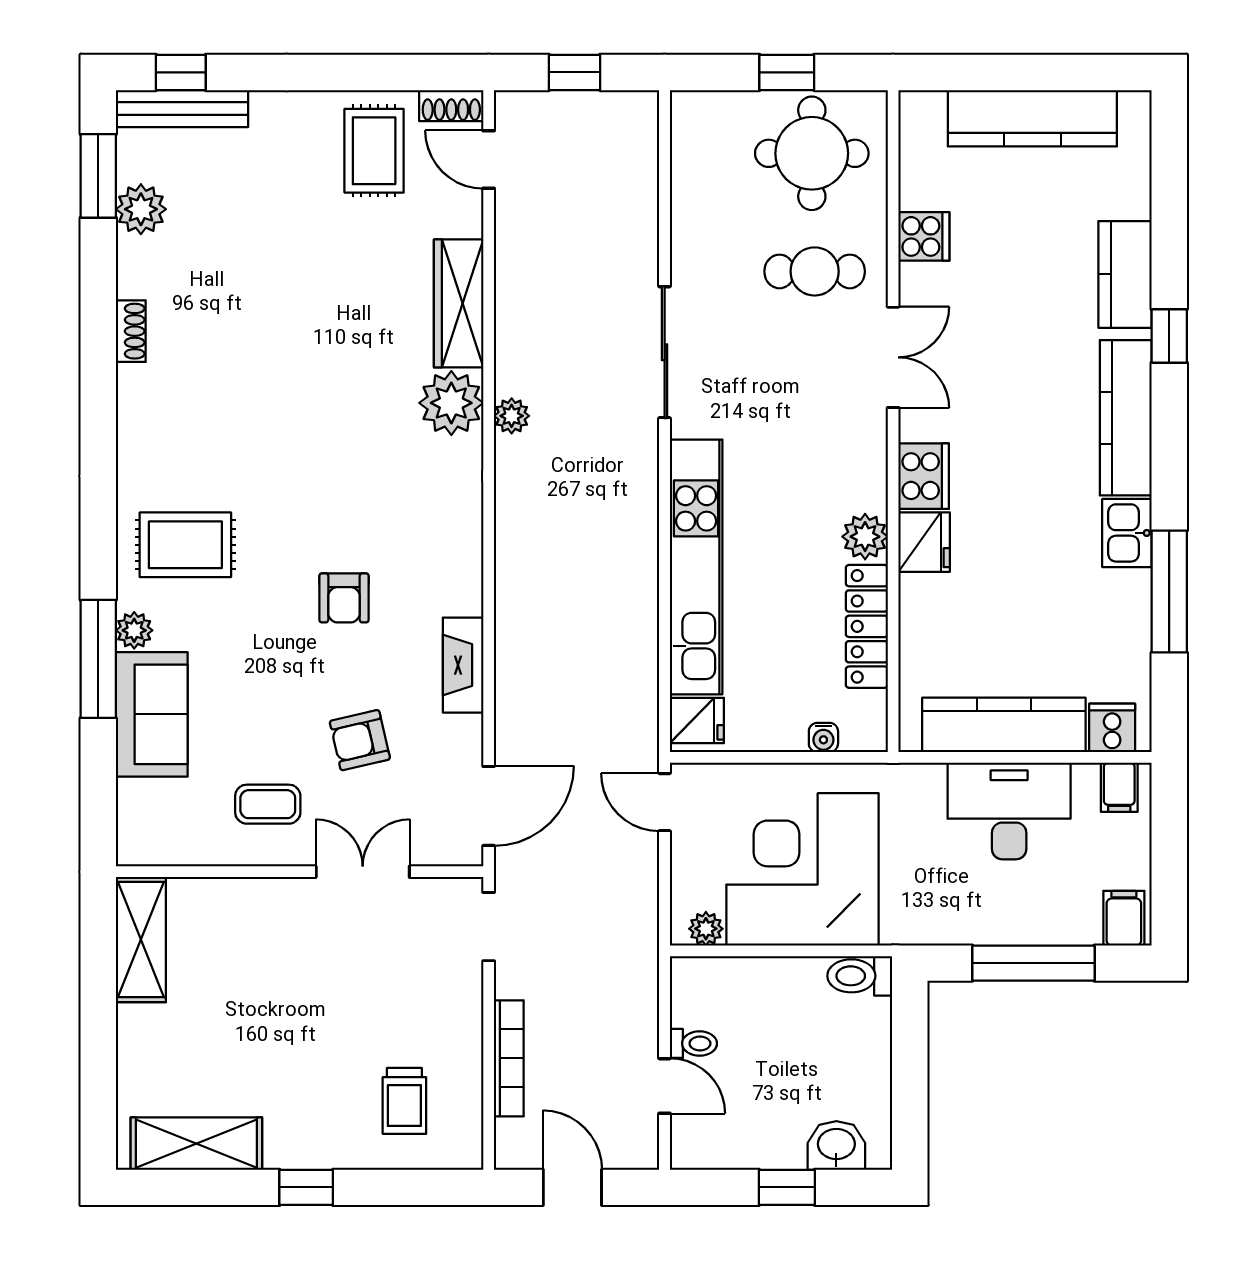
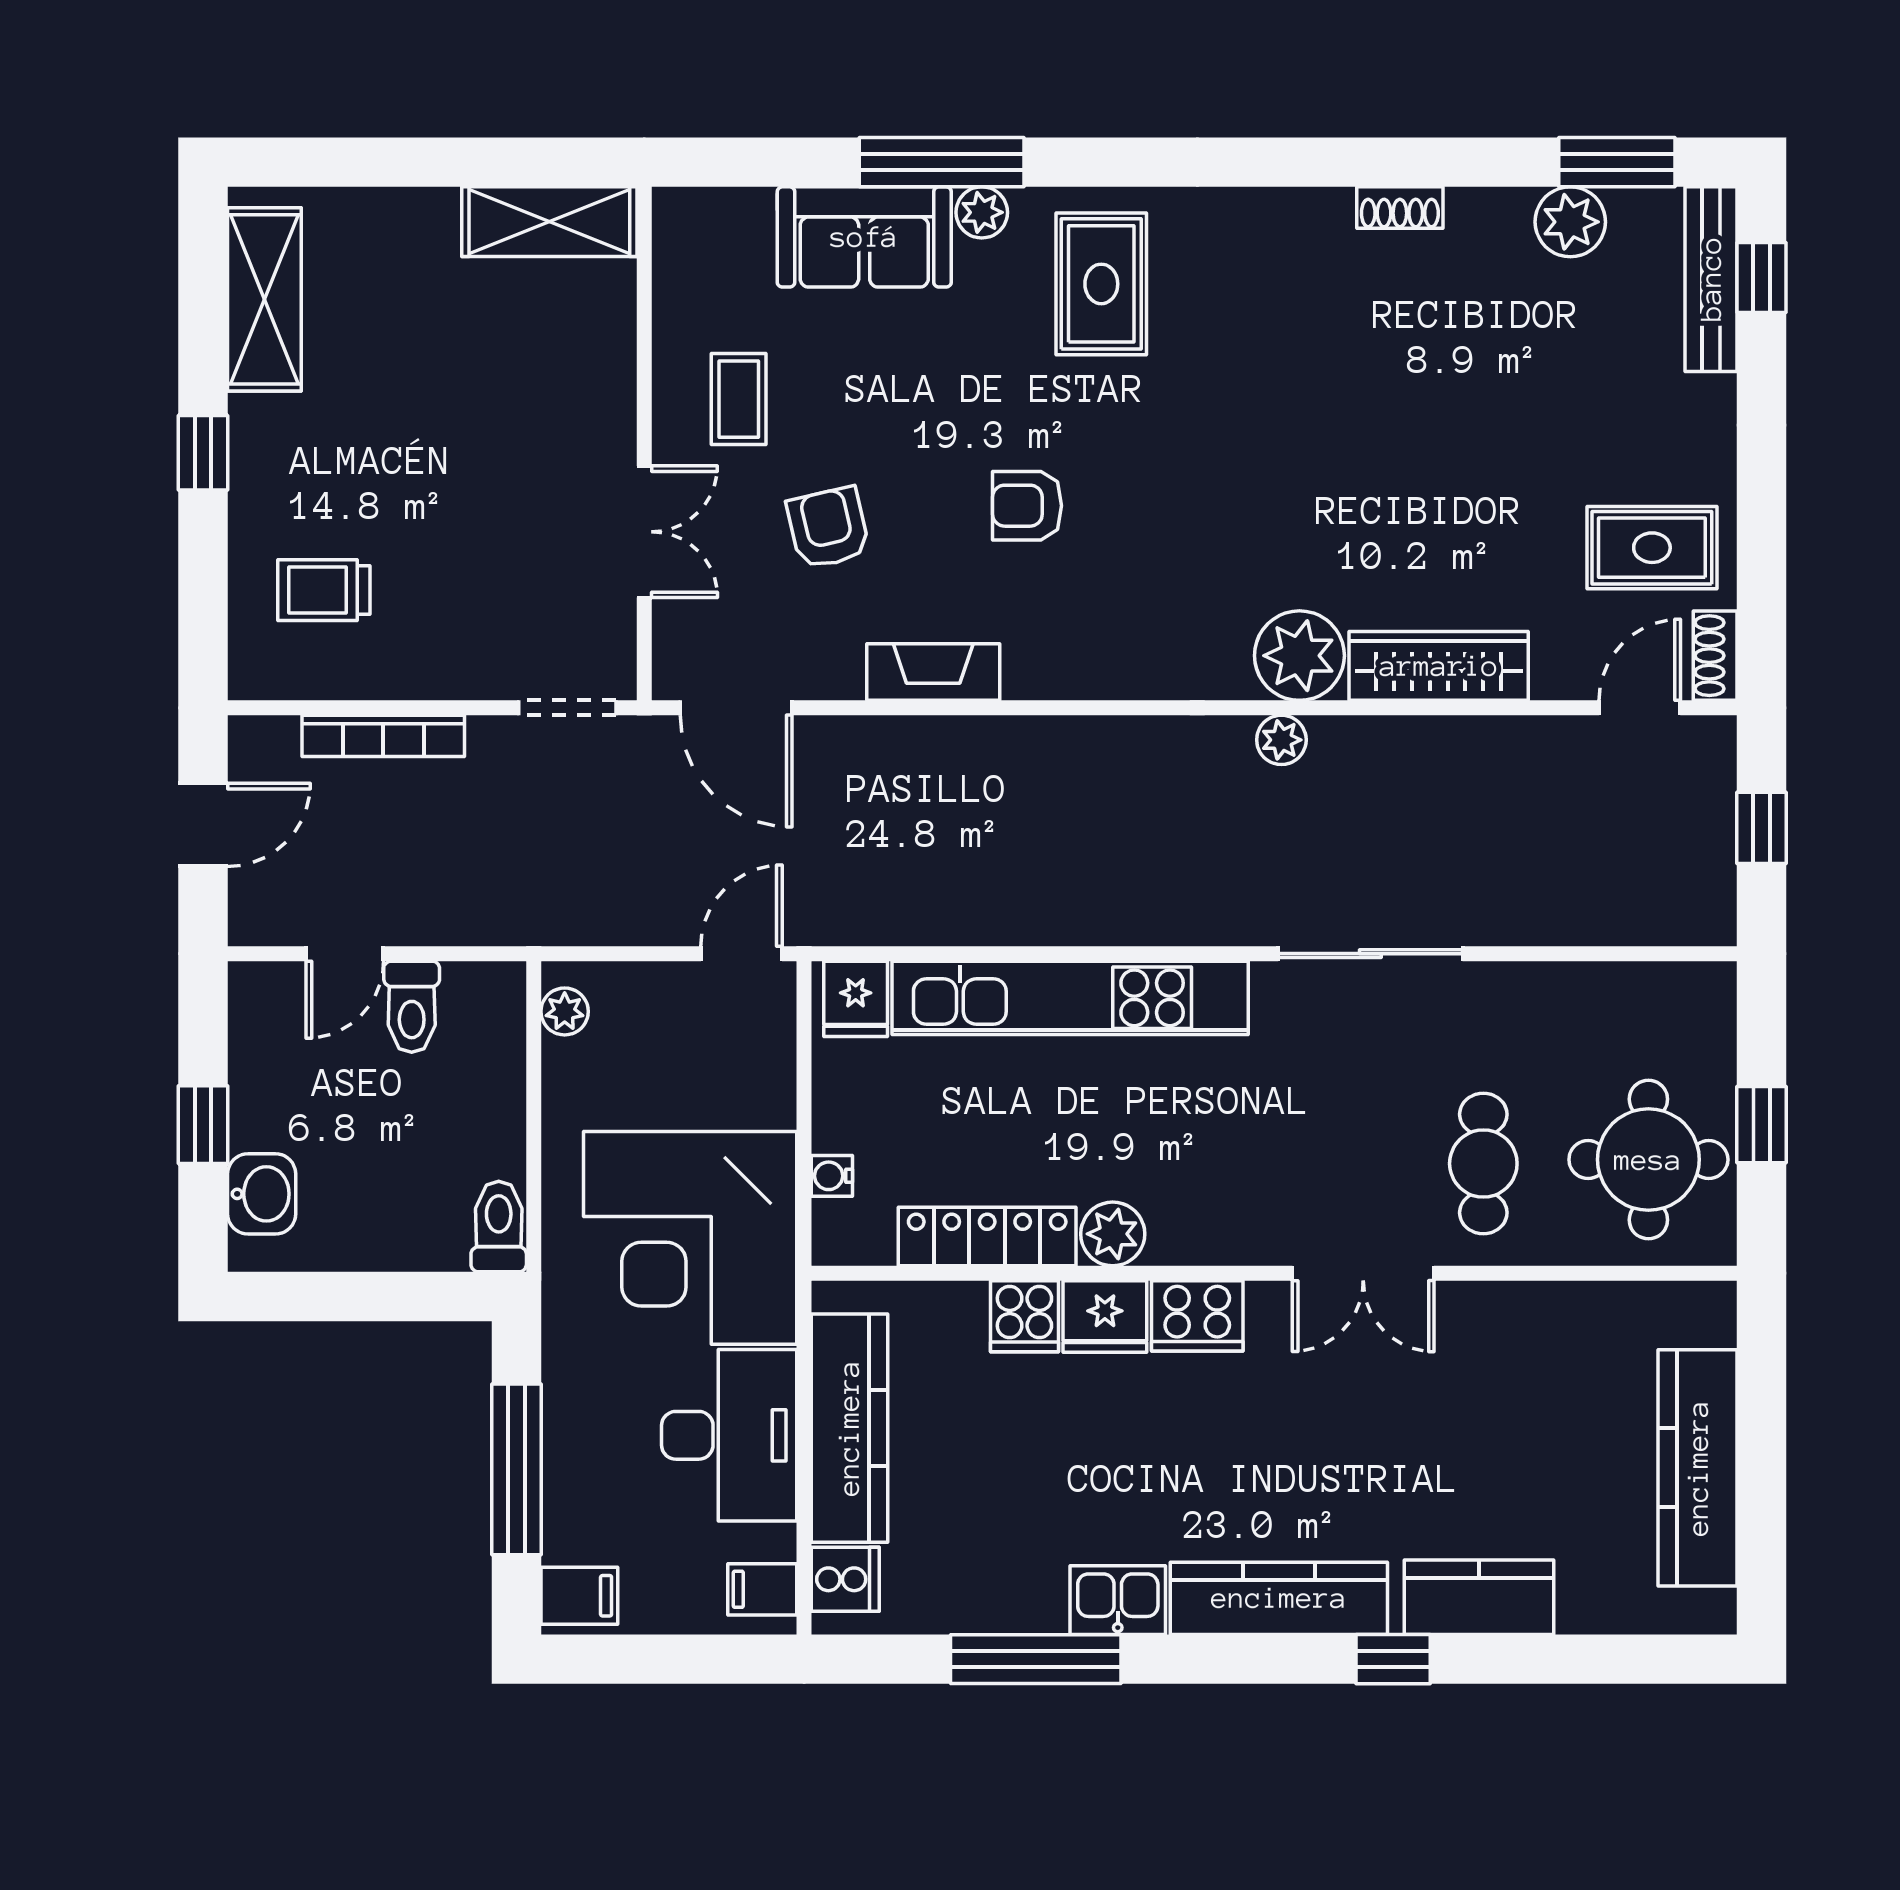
cooker: (924, 236) -> (1024, 1316), moved
corner desk: (802, 869) -> (690, 1238), moved, turned 180
toilet: (693, 1043) -> (412, 1007), width x1.37, depth x1.39

